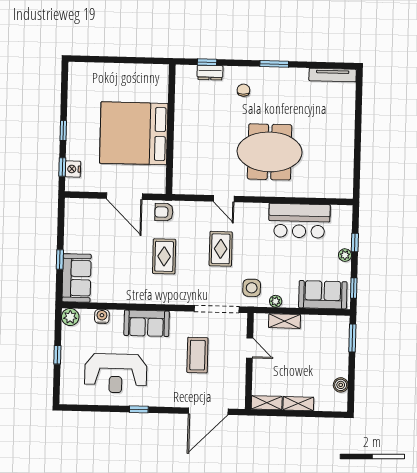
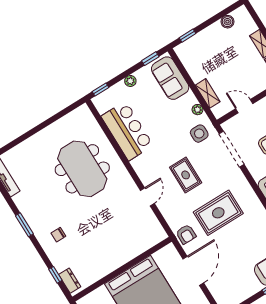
dresser: (210, 73) -> (70, 281), moved
meeting table: (270, 152) -> (82, 169), moved
window: (355, 243) -> (101, 90), moved
rug: (221, 249) -> (186, 175), turned 90
rug: (164, 256) -> (218, 213), width x1.36, depth x1.43
window: (352, 338) -> (187, 36), width x0.67
door: (250, 348) -> (244, 106), hinge flipped

